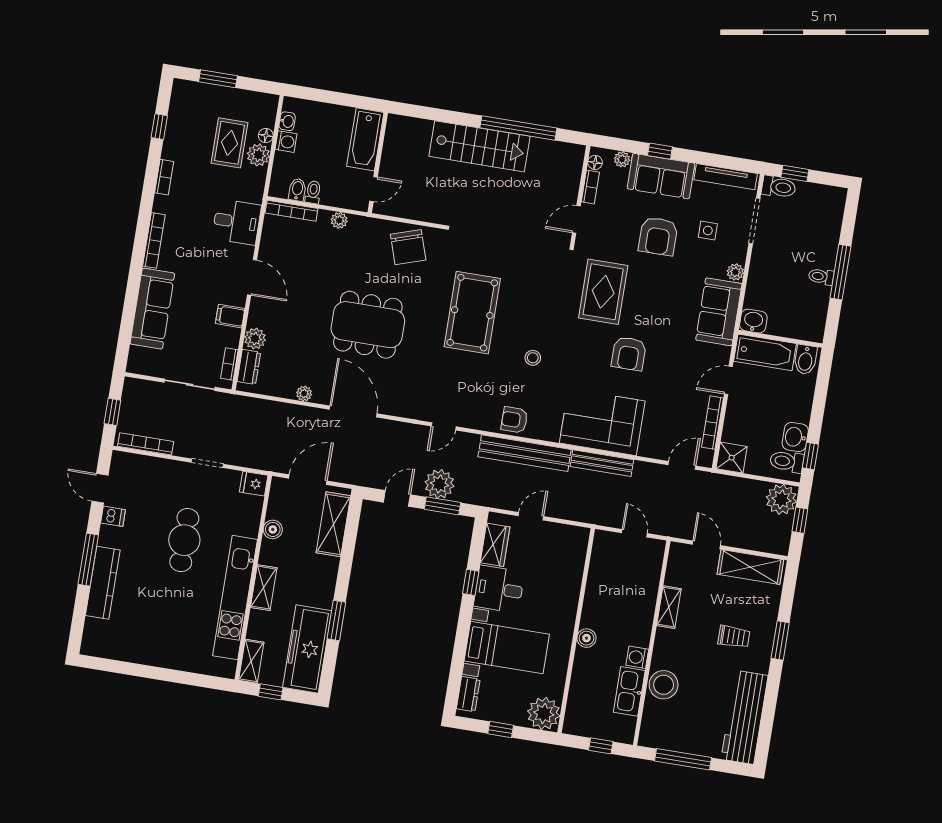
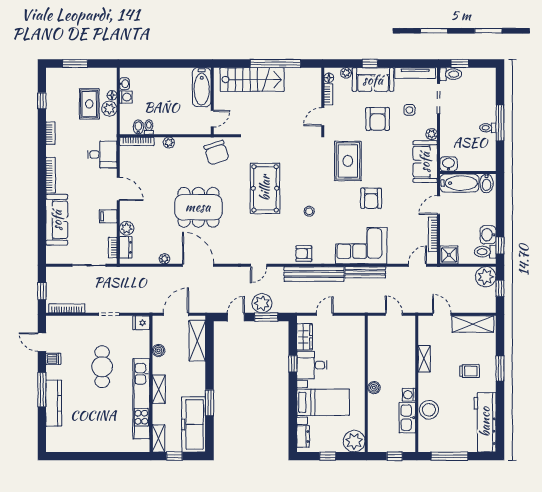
bathtub: (365, 139) -> (202, 87), moved
wall: (378, 163) -> (212, 101), moved
door: (374, 189) -> (212, 119), moved

